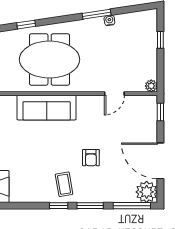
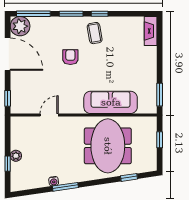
meeting table: (50, 59) -> (108, 146), turned 90
plant: (151, 86) -> (16, 156), moved

